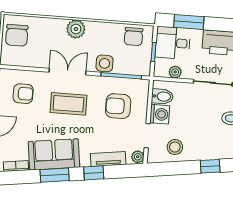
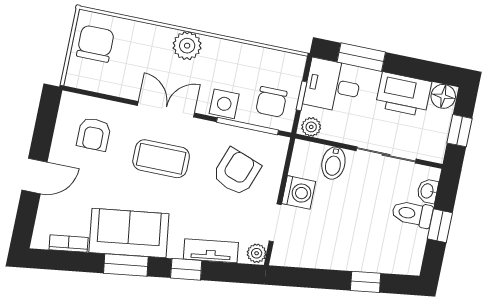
chair: (17, 35) -> (95, 44), turned 180
chair: (134, 37) -> (271, 102), moved
plant: (175, 72) -> (311, 127), moved
armchair: (23, 94) -> (94, 134), turned 90
bidet: (162, 96) -> (333, 163), moved, turned 90
armchair: (118, 106) -> (237, 172), turned 110
stool: (175, 147) -> (315, 246), removed

